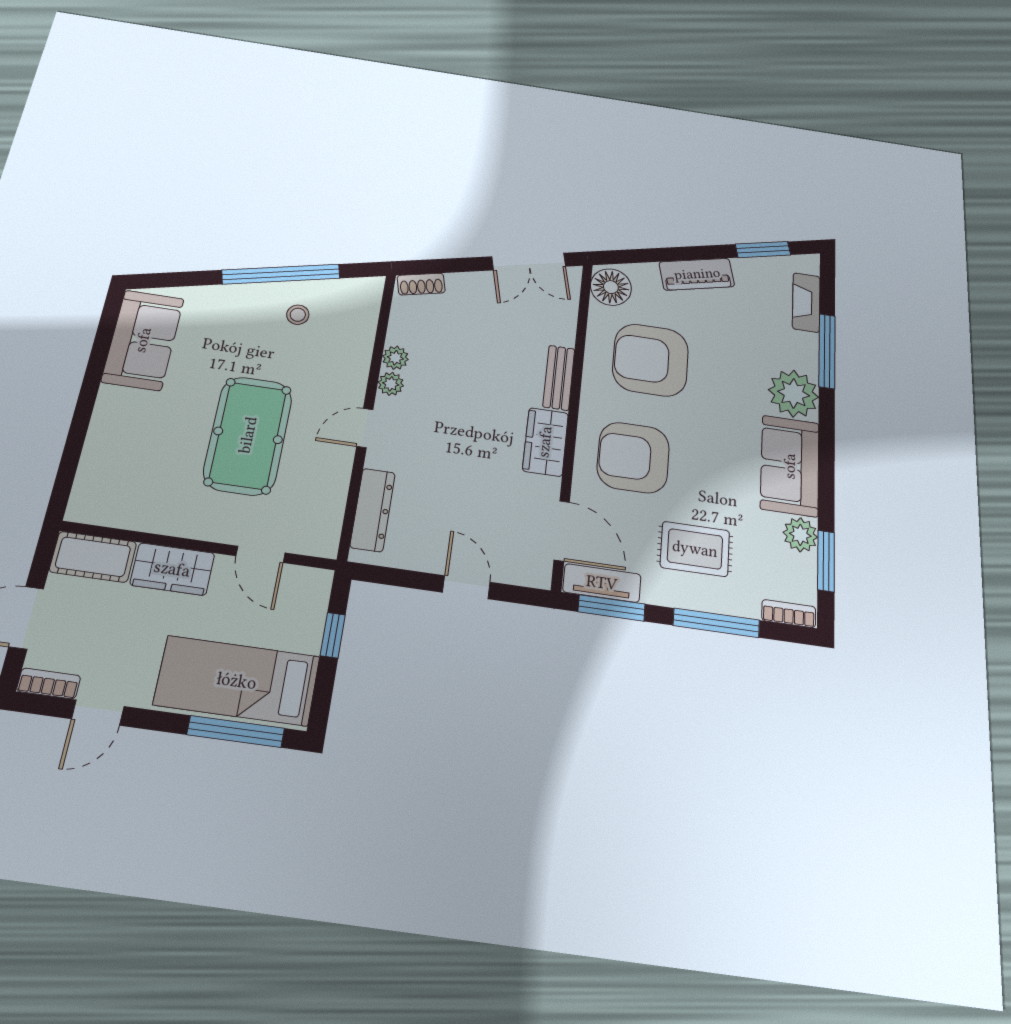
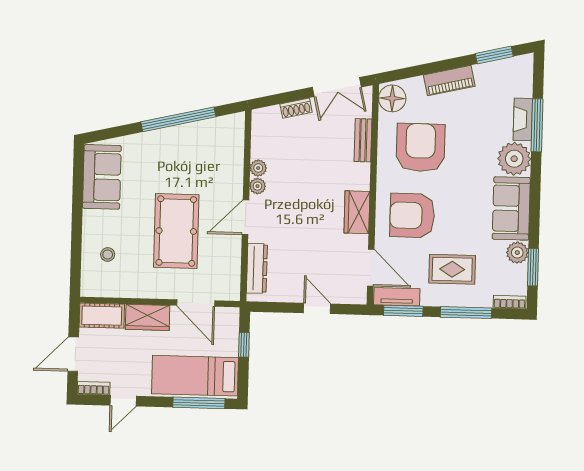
shoe rack: (421, 284) -> (296, 108), moved
fireplace: (806, 302) -> (523, 119), moved
stool: (298, 315) -> (108, 255), moved
armchair: (651, 360) -> (420, 148), turned 90
bench: (559, 378) -> (363, 140), moved
door: (365, 428) -> (245, 217), width x1.37
door: (260, 554) -> (196, 303), width x1.38

